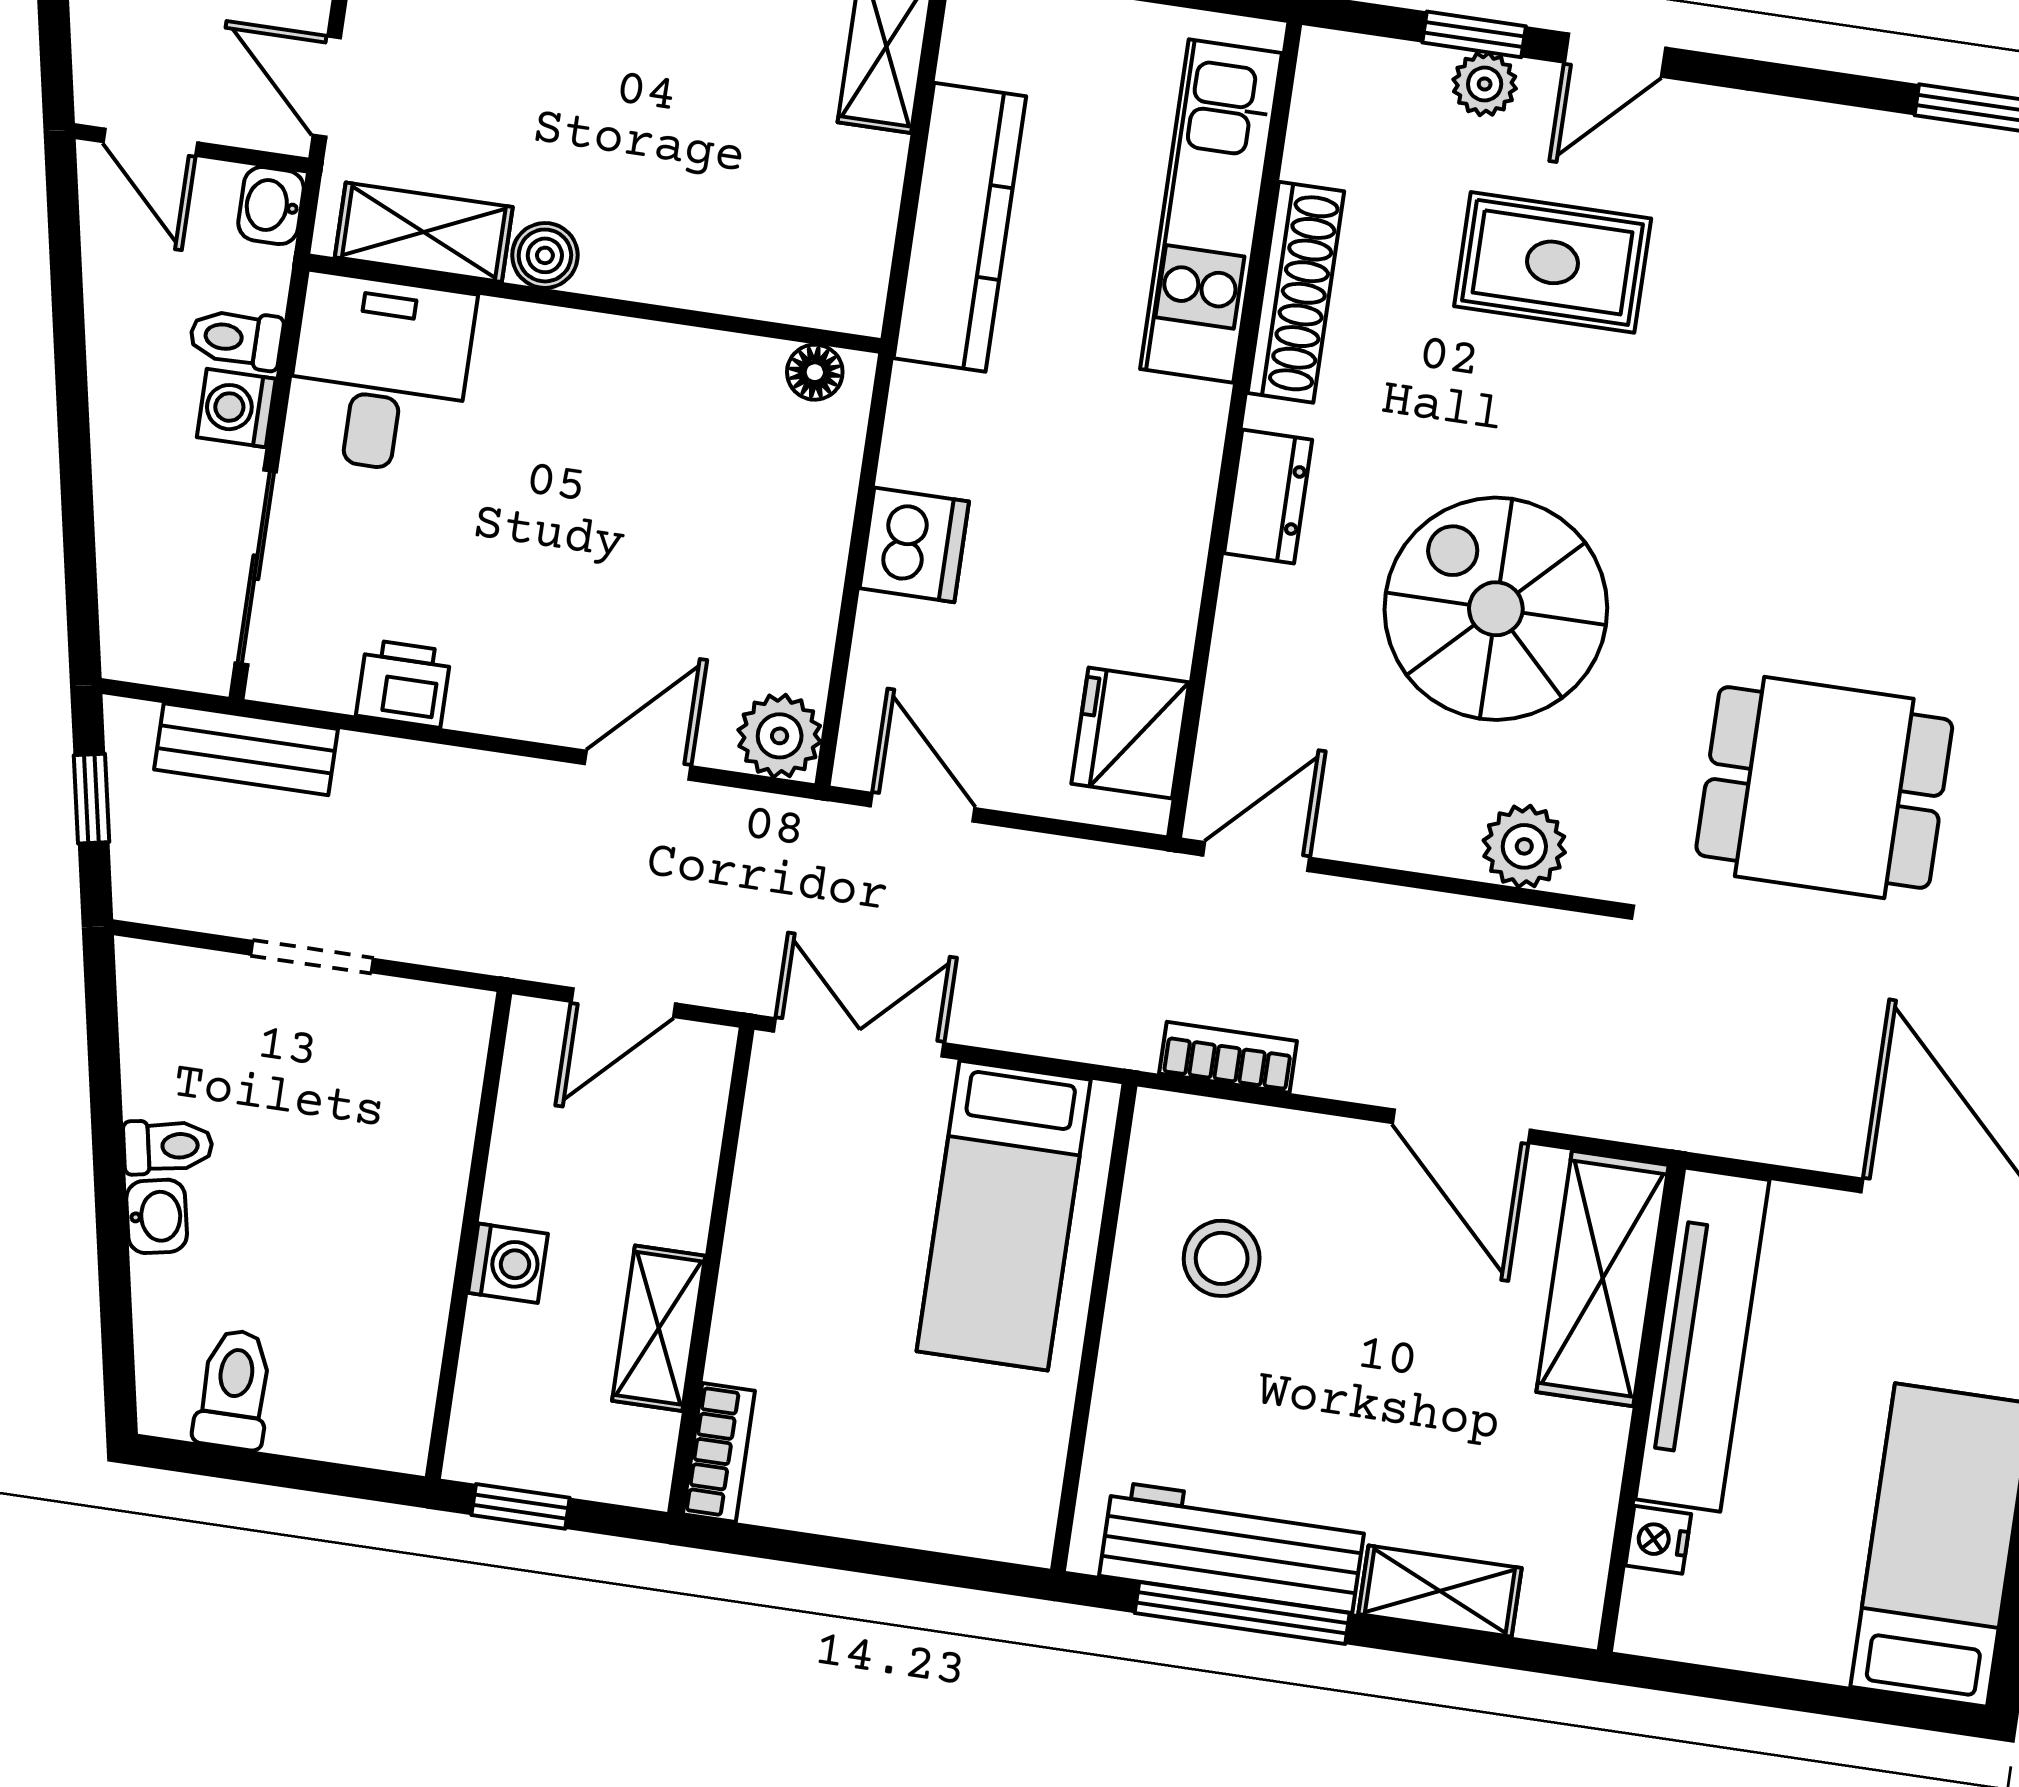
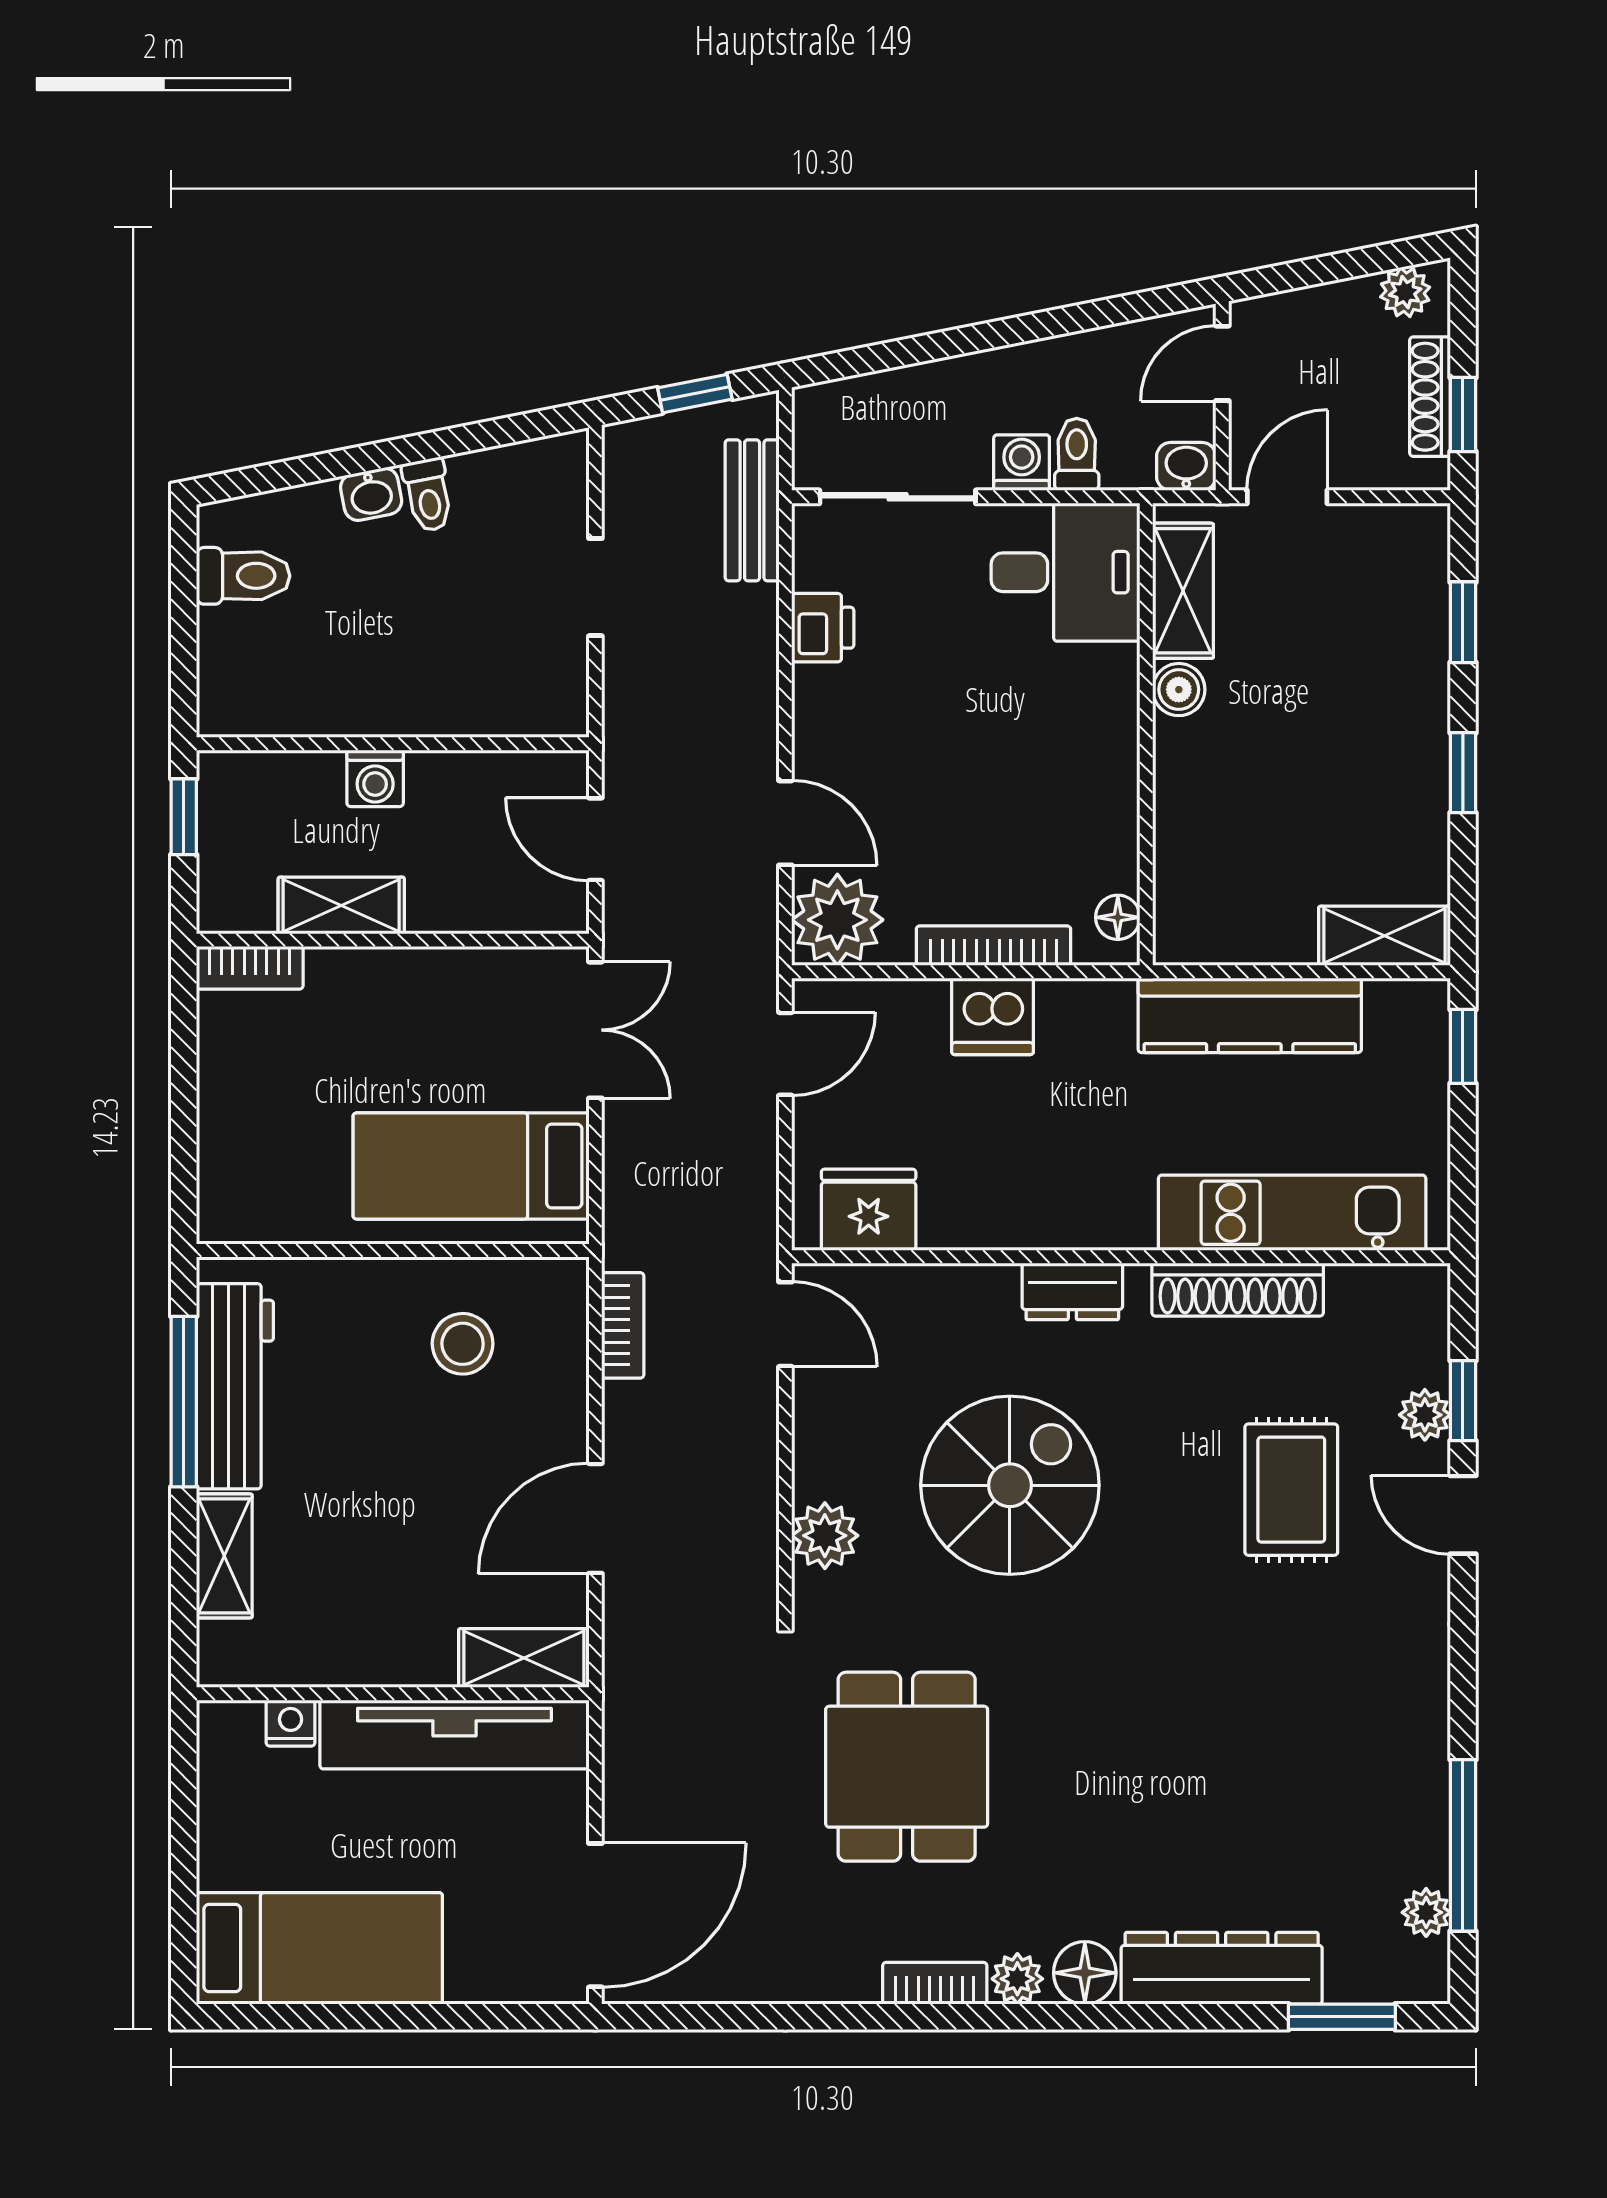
bookcase: (827, 531) -> (993, 946), added
plant: (780, 736) -> (837, 920), width x1.36, depth x1.36
shelving: (1603, 1279) -> (524, 1658), width x0.67, depth x0.75

